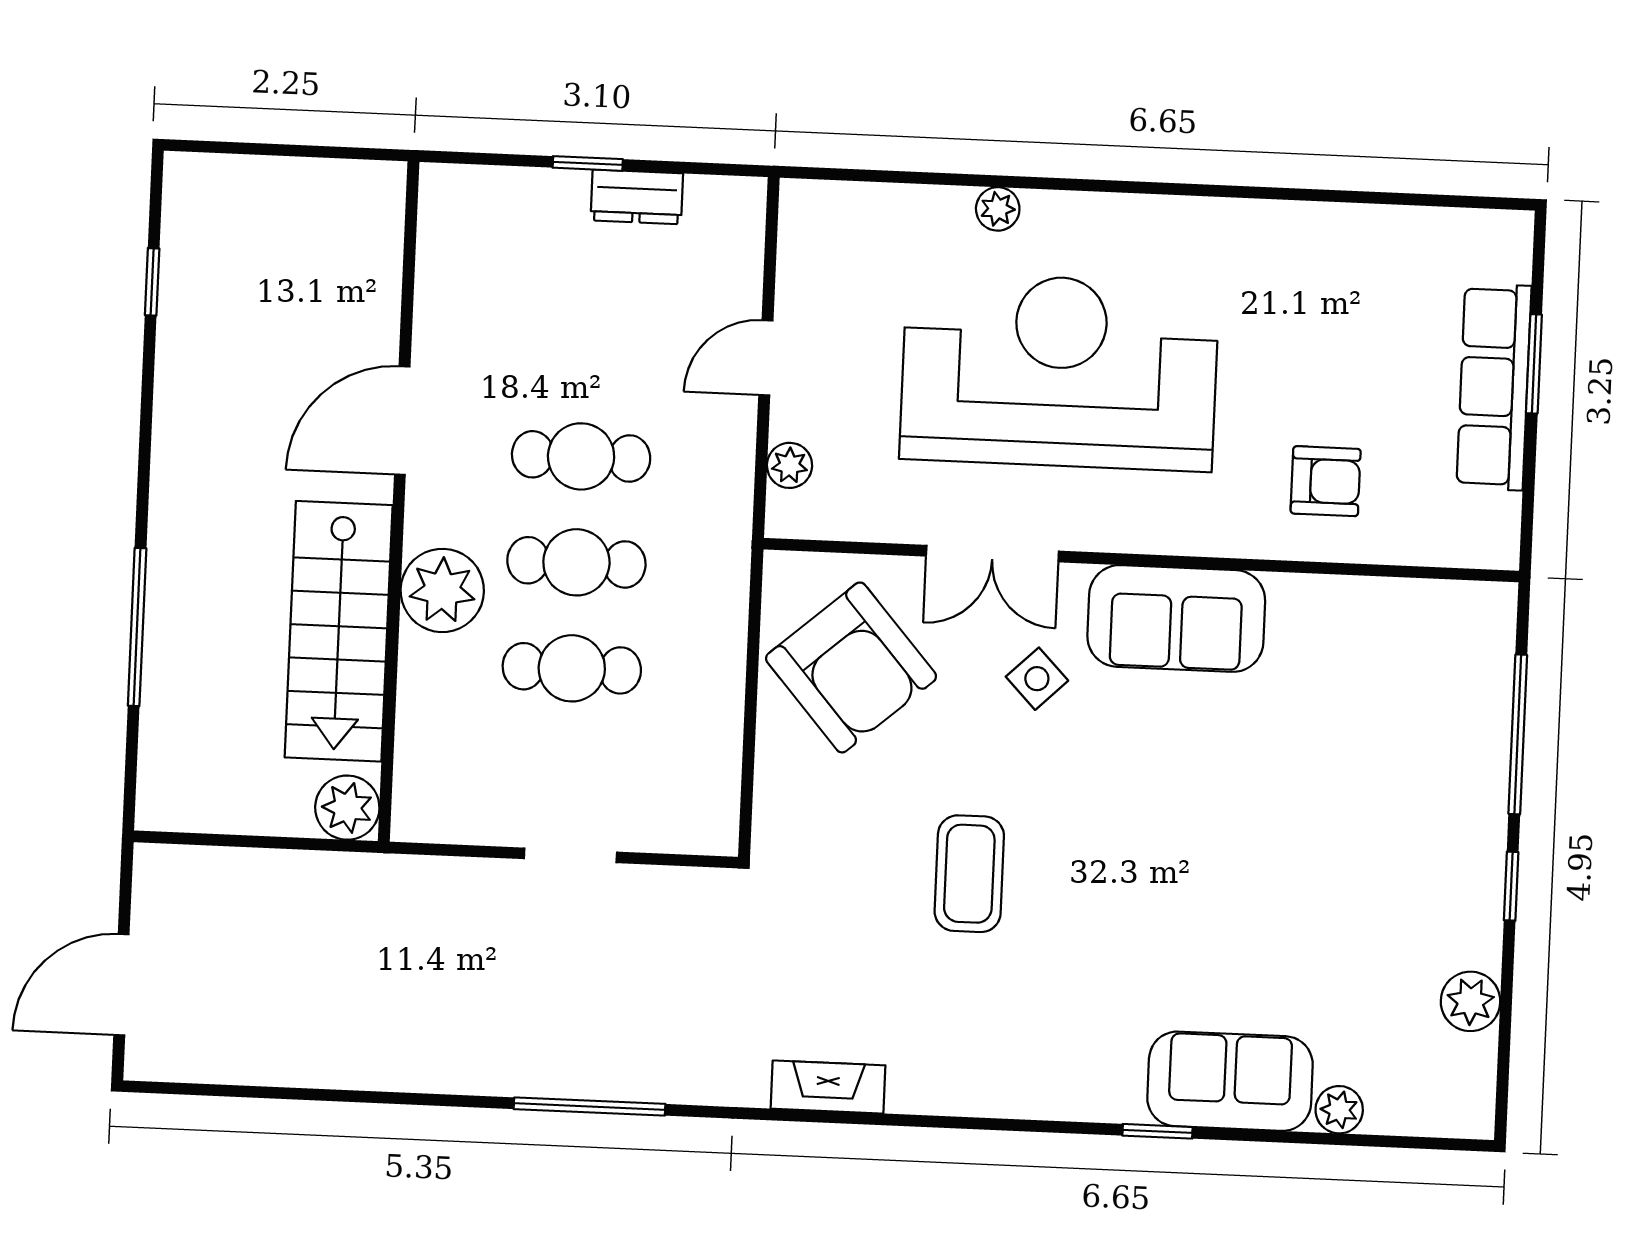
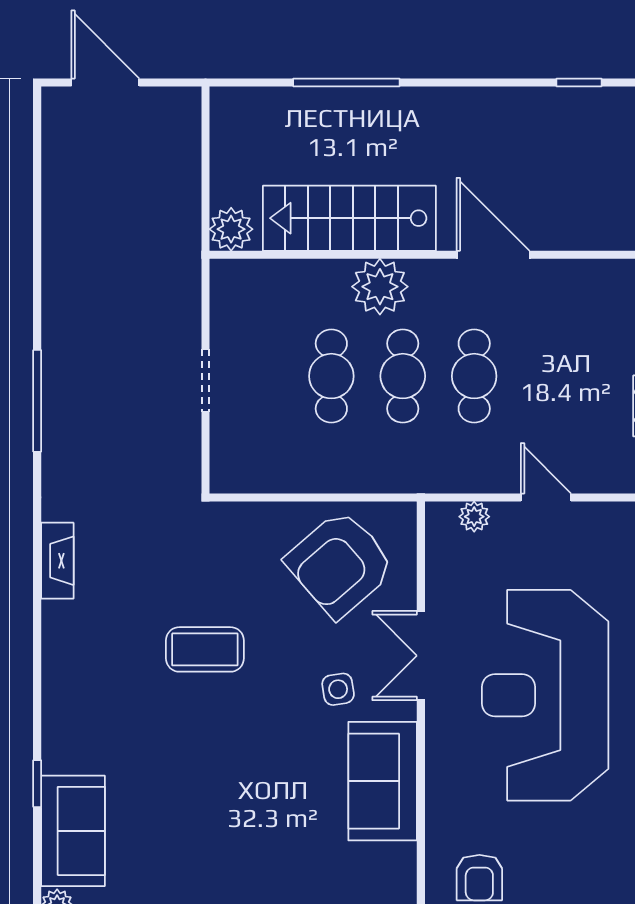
reception desk: (1059, 372) -> (545, 695), turned 180
side table: (1037, 679) -> (338, 689), turned 35

